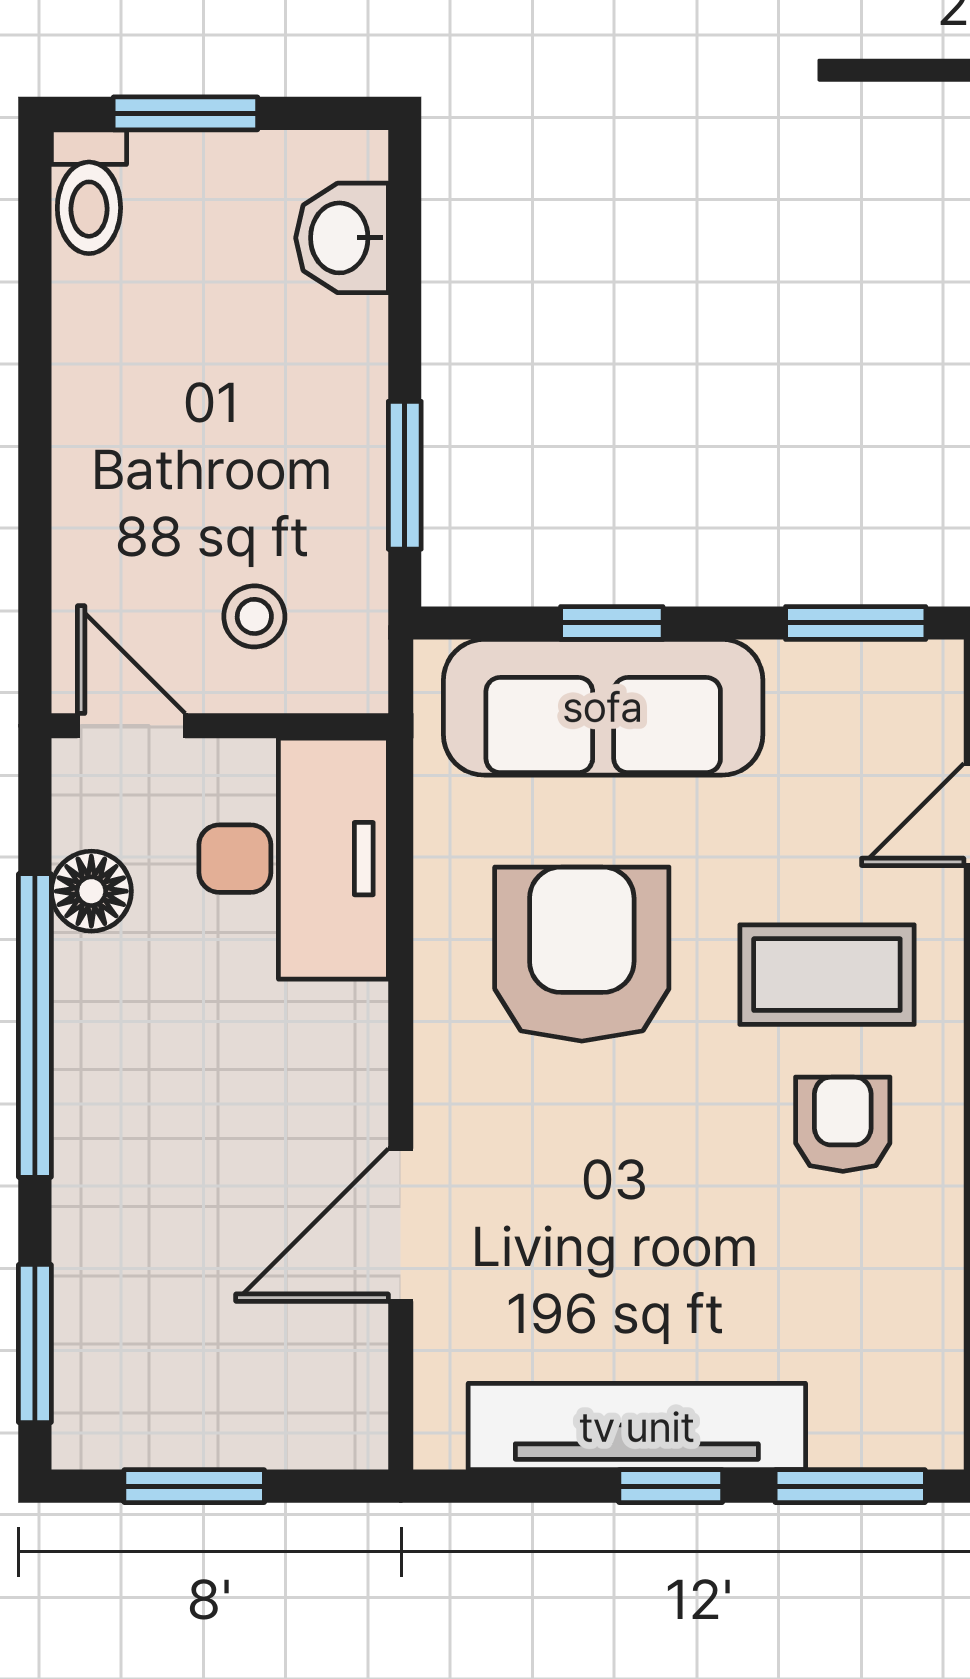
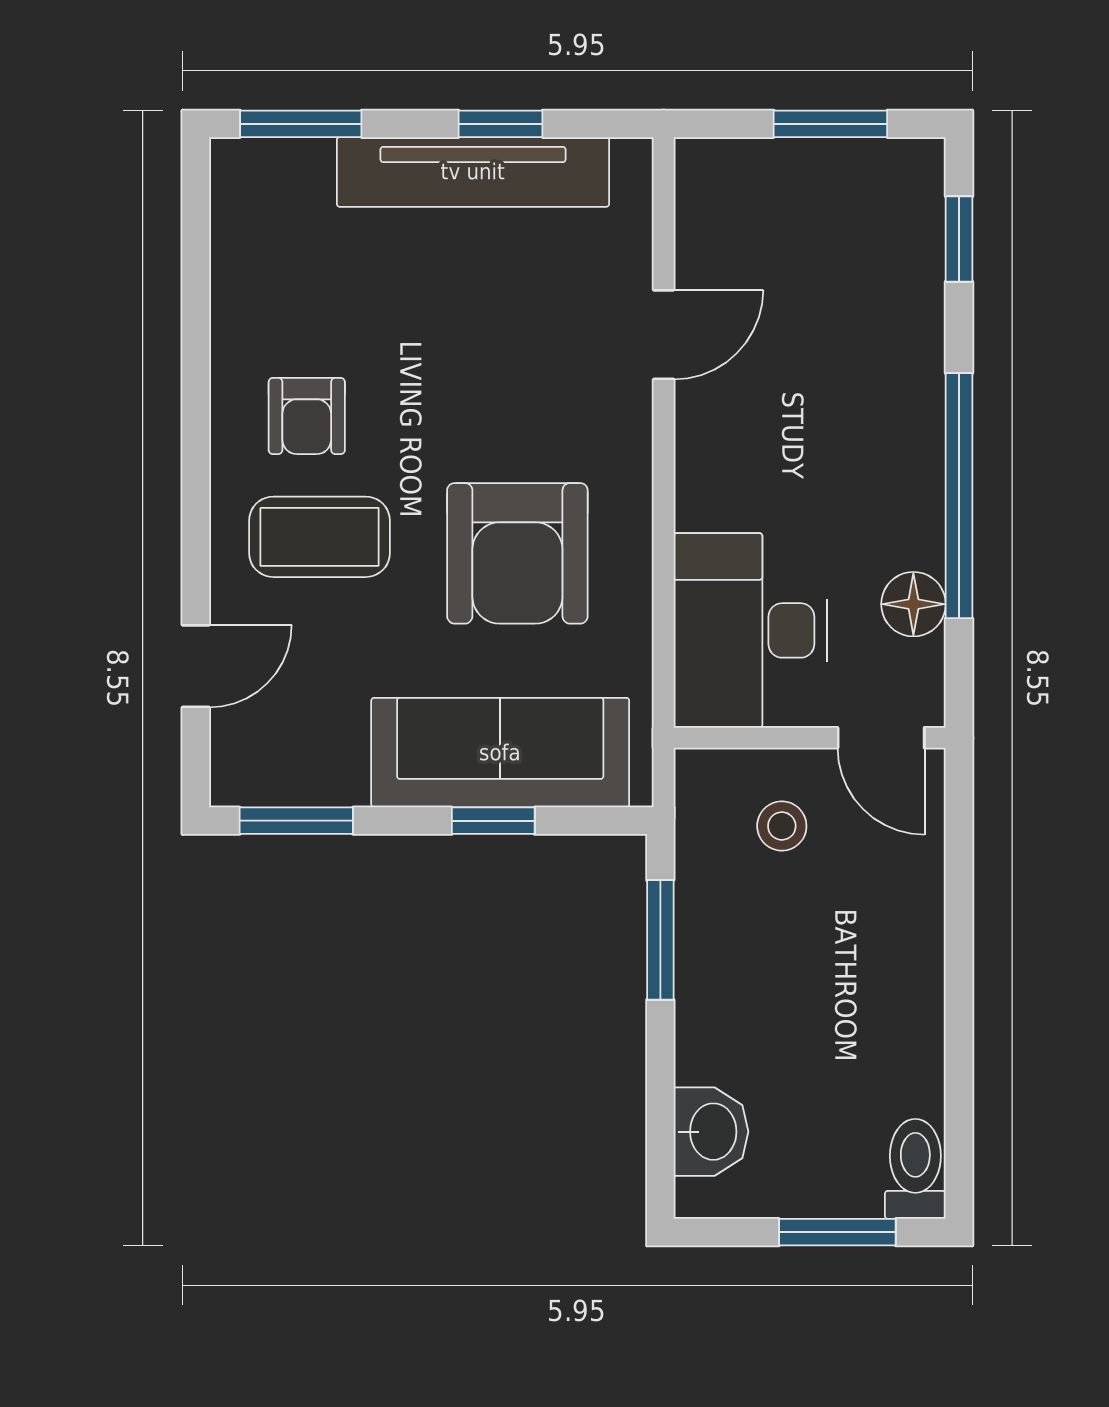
door: (401, 1225) -> (664, 335), width x0.73
window: (35, 1343) -> (959, 239), width x0.67
window: (671, 1486) -> (500, 124), moved

